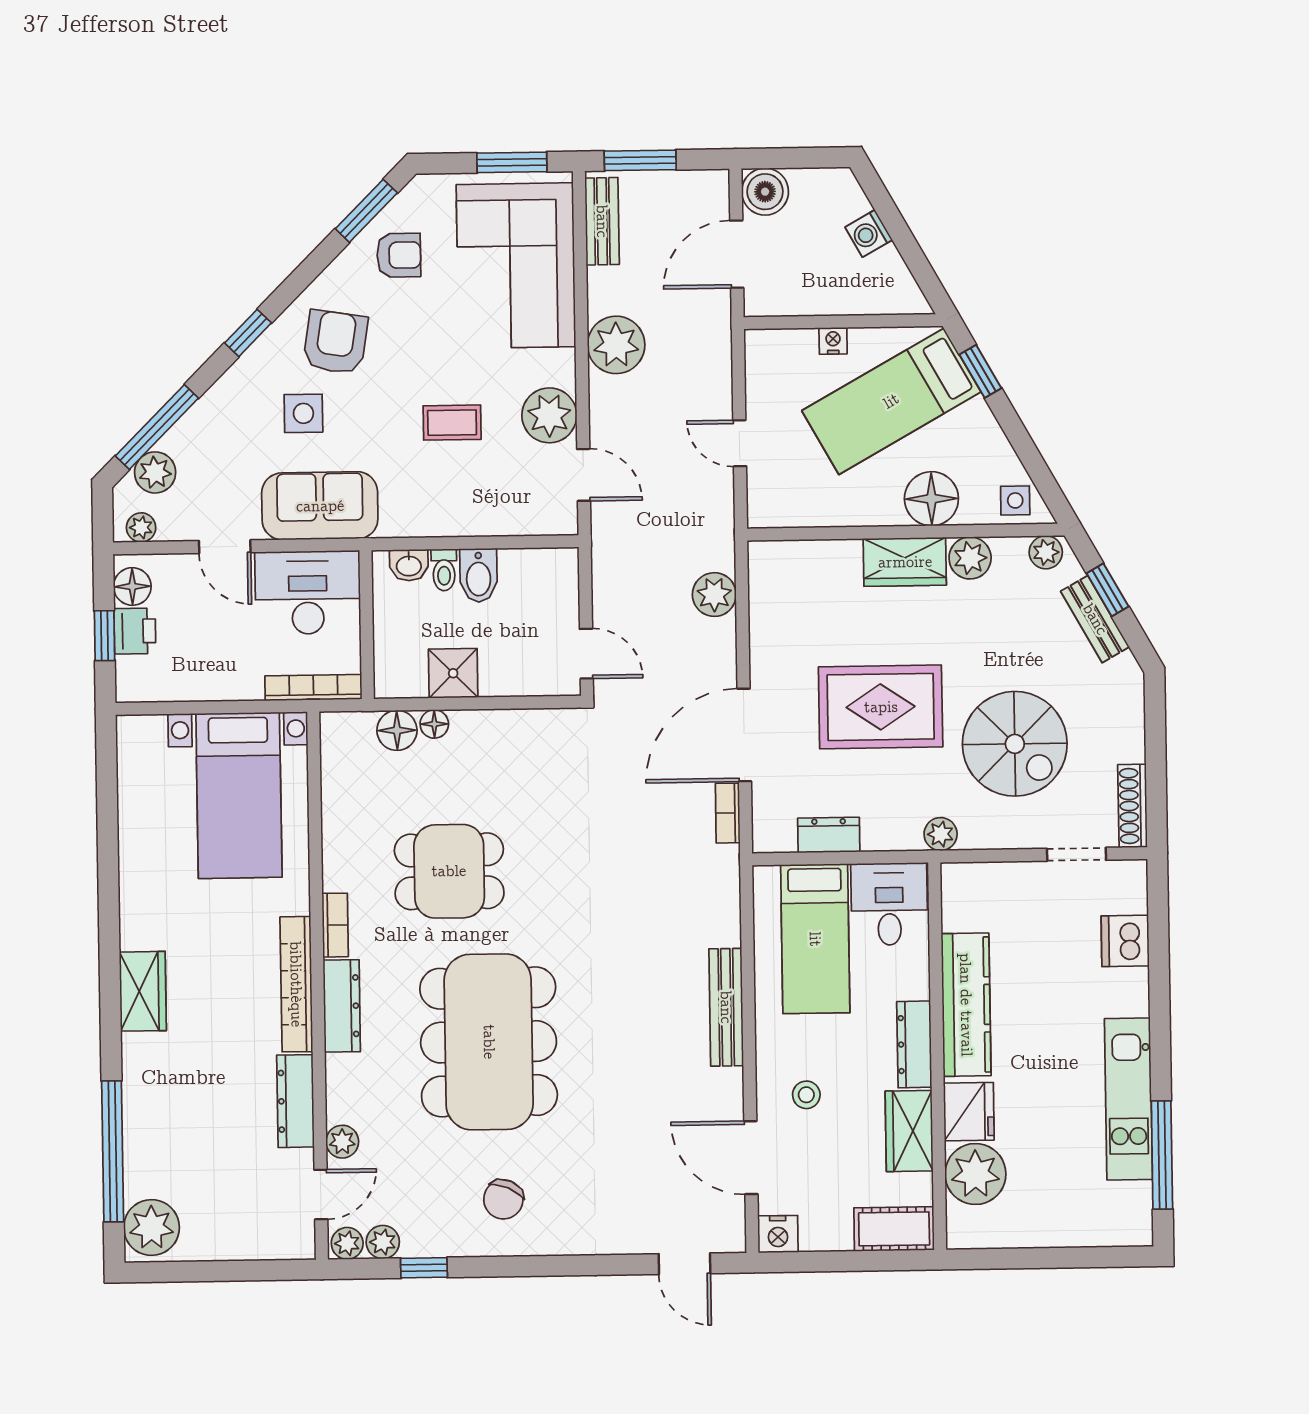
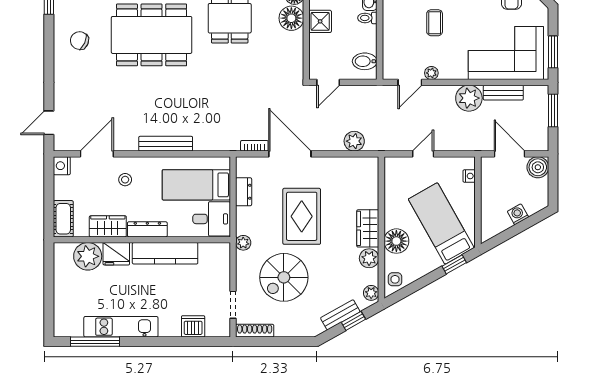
bench: (602, 221) -> (503, 93), moved
nightstand: (833, 341) -> (469, 176), moved
plant: (549, 415) -> (431, 73), width x0.53, depth x0.53
bidet: (479, 575) -> (365, 61), moved
floor lamp: (434, 724) -> (291, 18), width x1.89, depth x1.89

